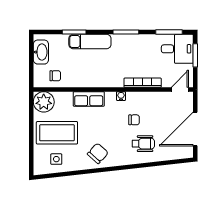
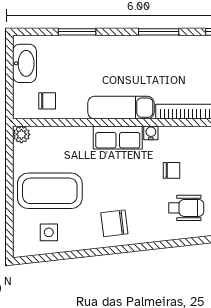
exam couch: (90, 42) -> (121, 108), moved, turned 180
row of seats: (89, 99) -> (118, 137), moved
plant: (44, 102) -> (21, 134), width x0.53, depth x0.53
chair: (98, 153) -> (114, 223), turned -139

